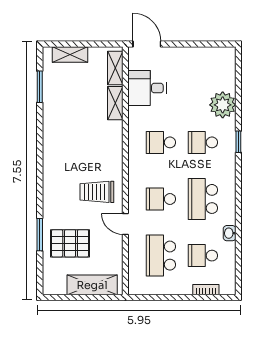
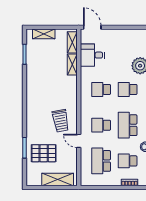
trolley: (97, 192) -> (61, 121), turned -100

